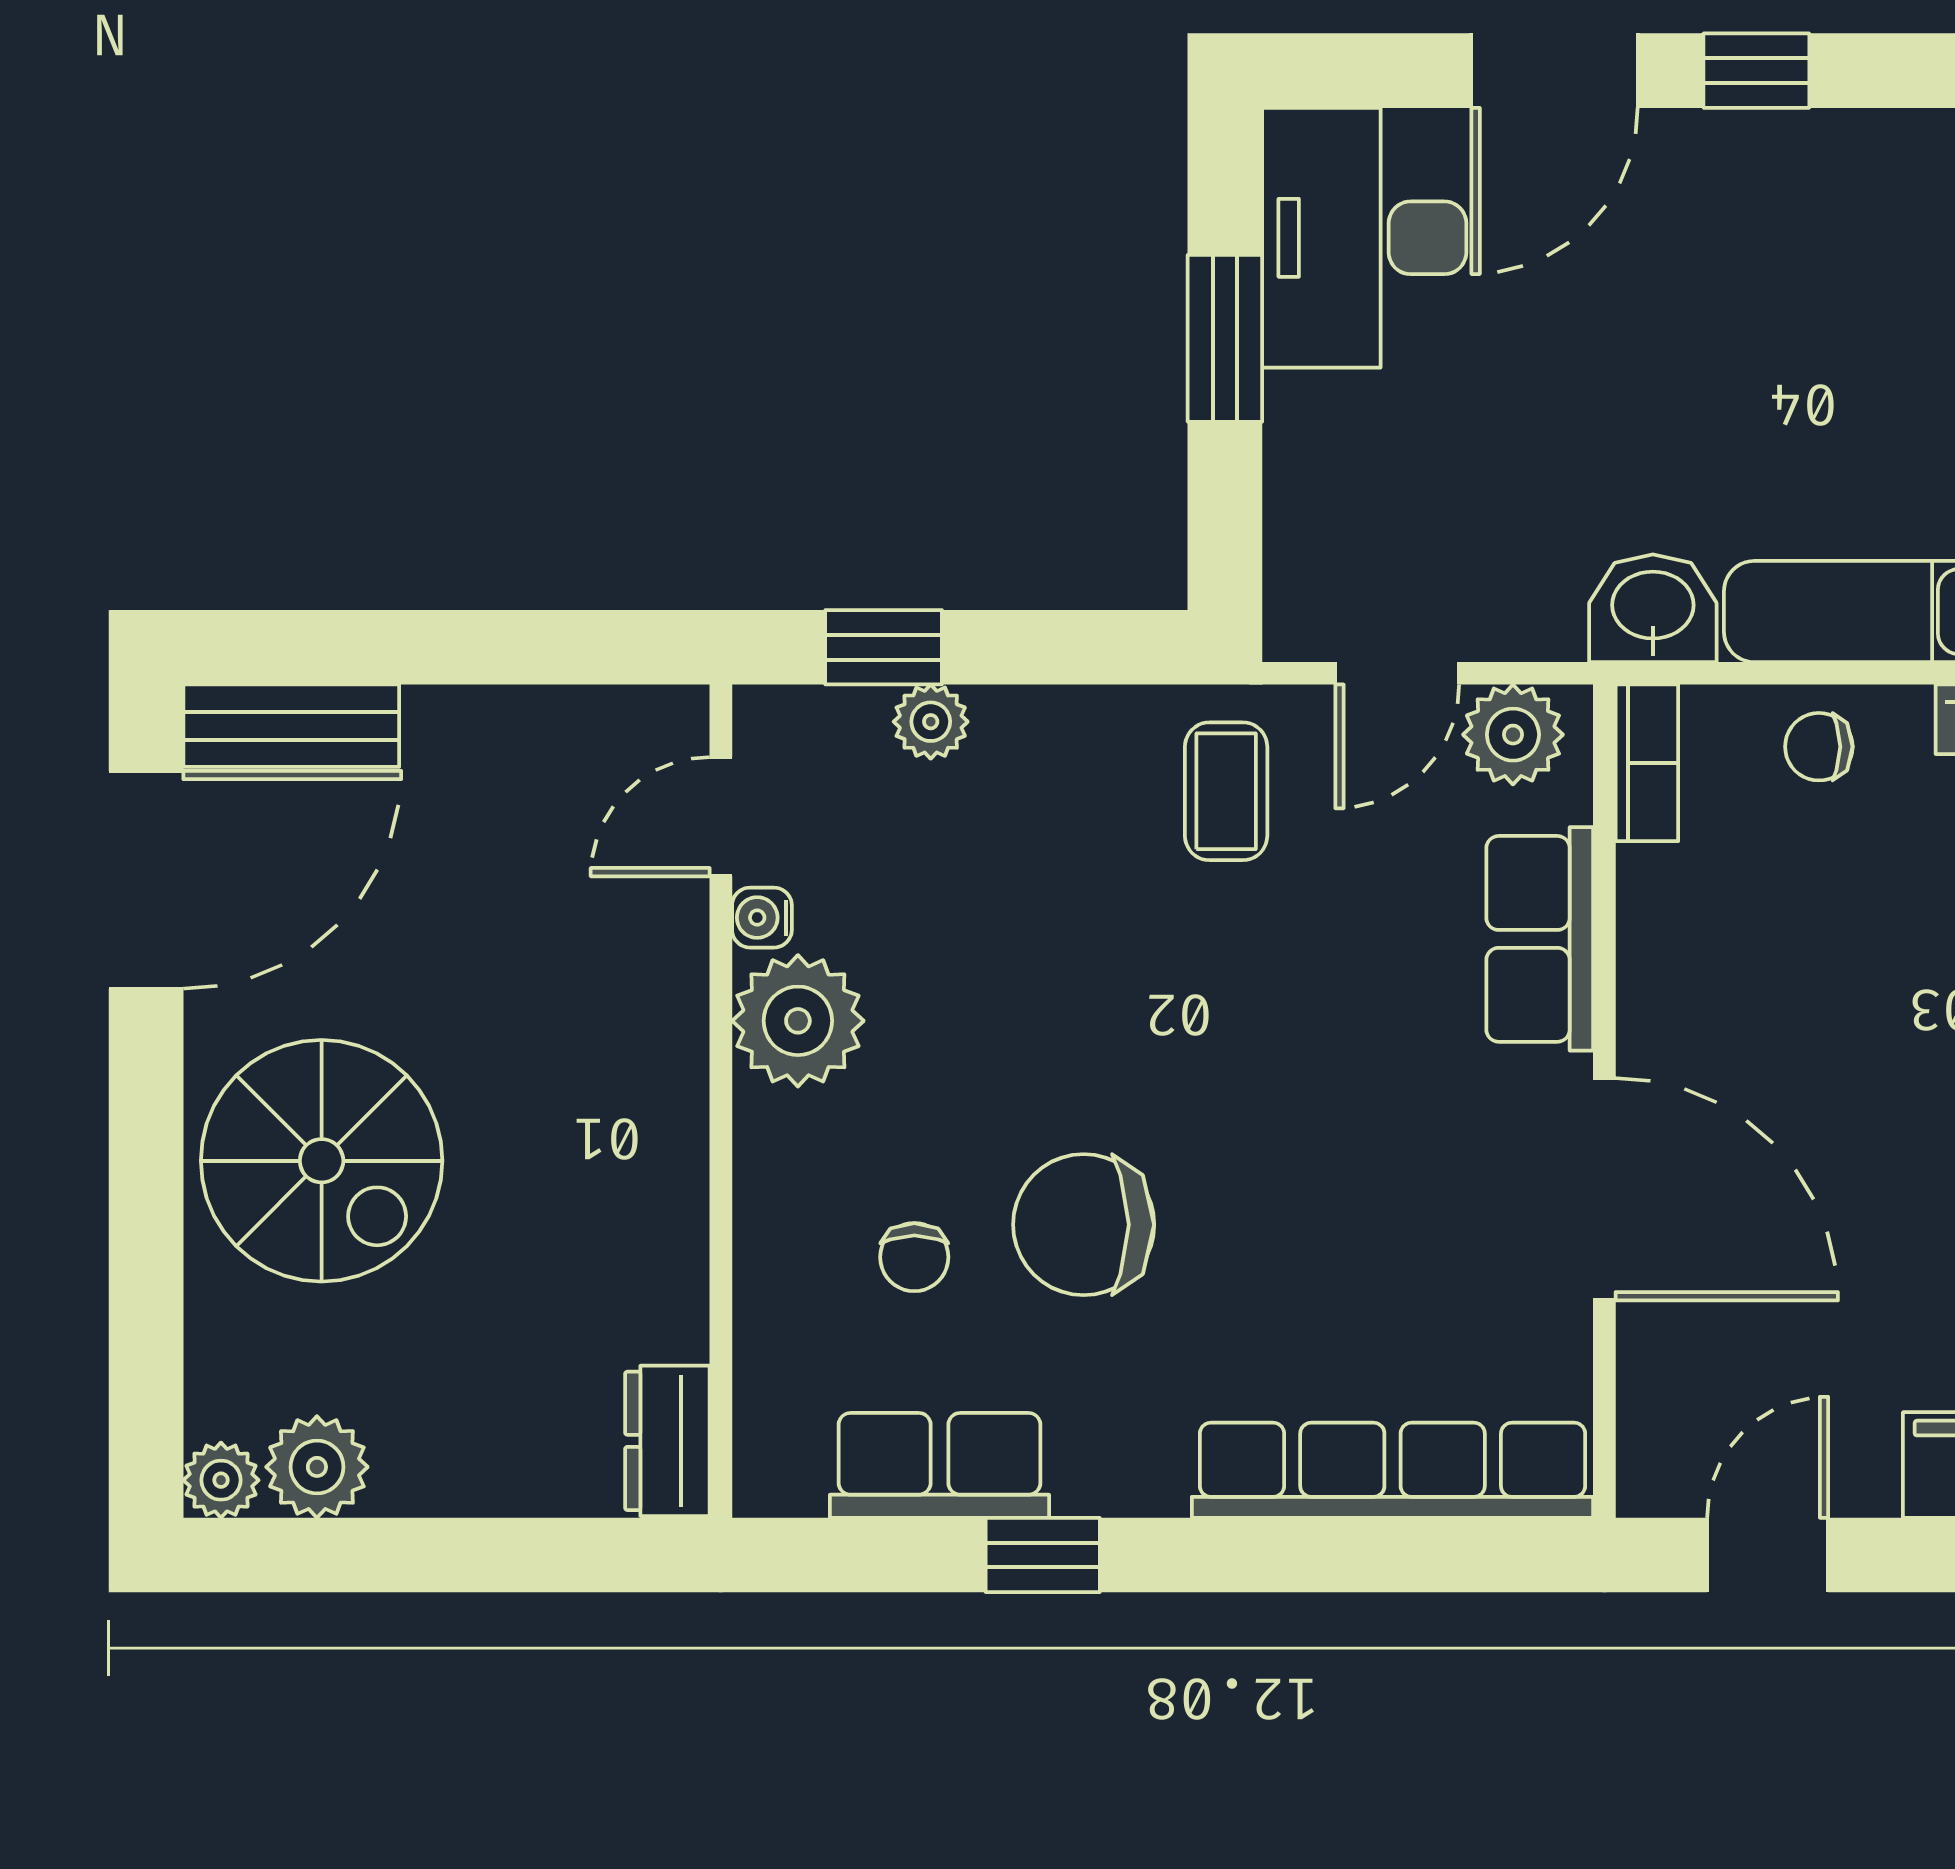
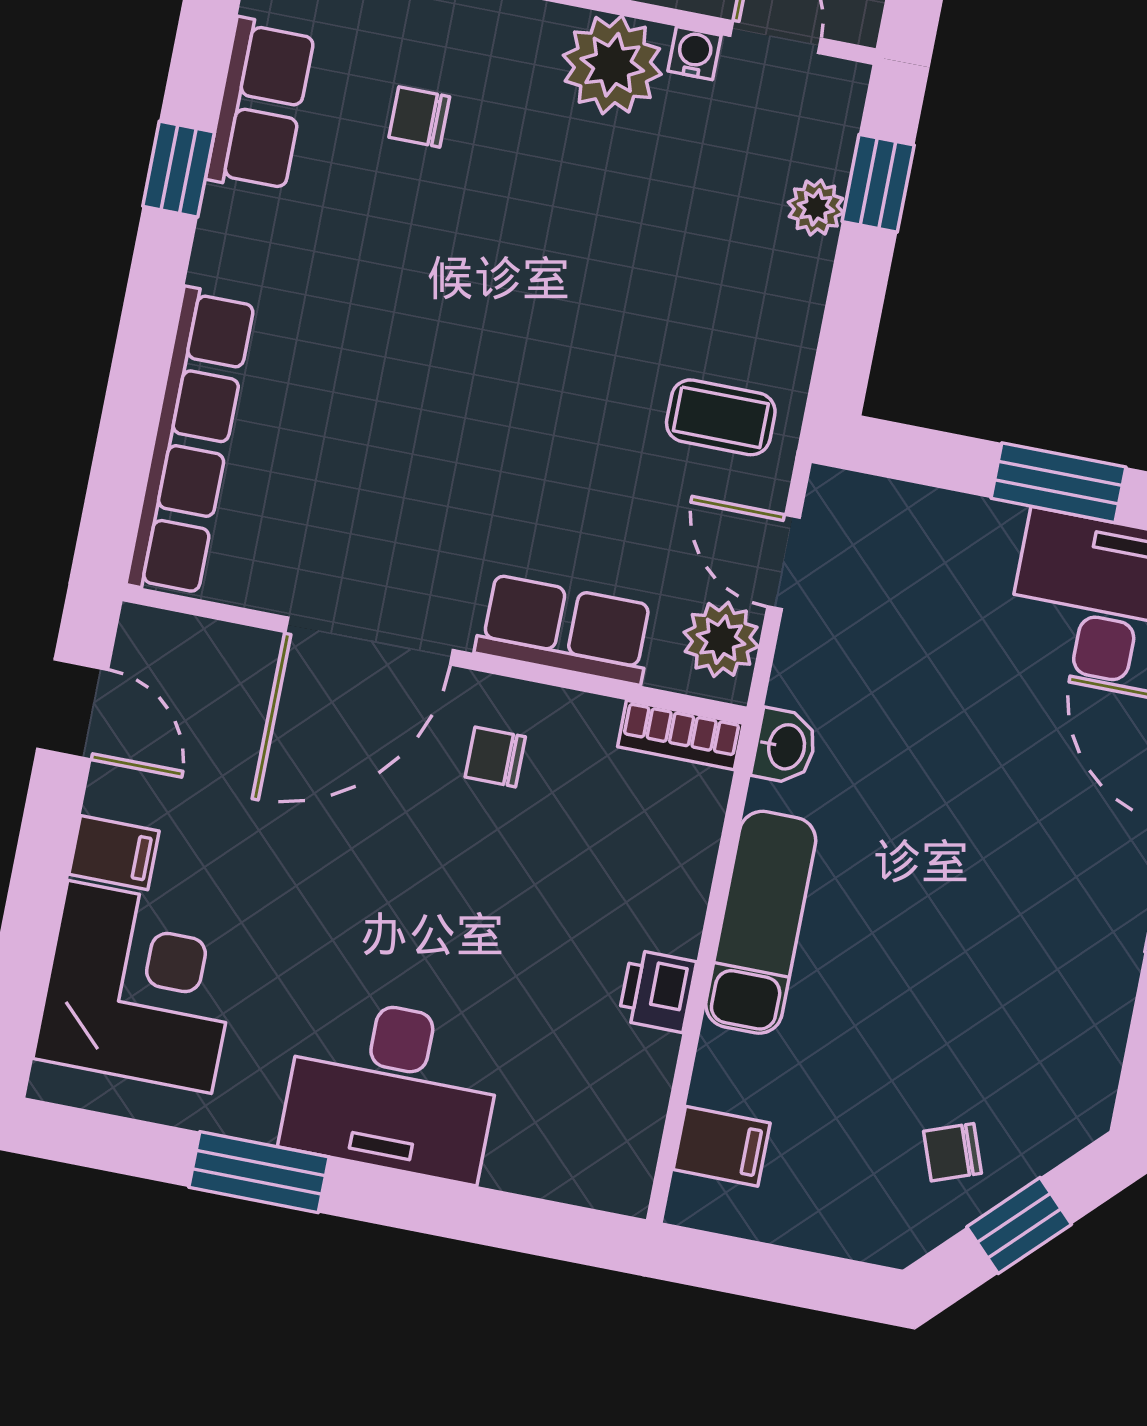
washbasin: (1653, 608) -> (785, 746), width x0.72, depth x0.69
chair: (1819, 747) -> (495, 757), moved, turned -90
chair: (1084, 1225) -> (419, 248), removed

